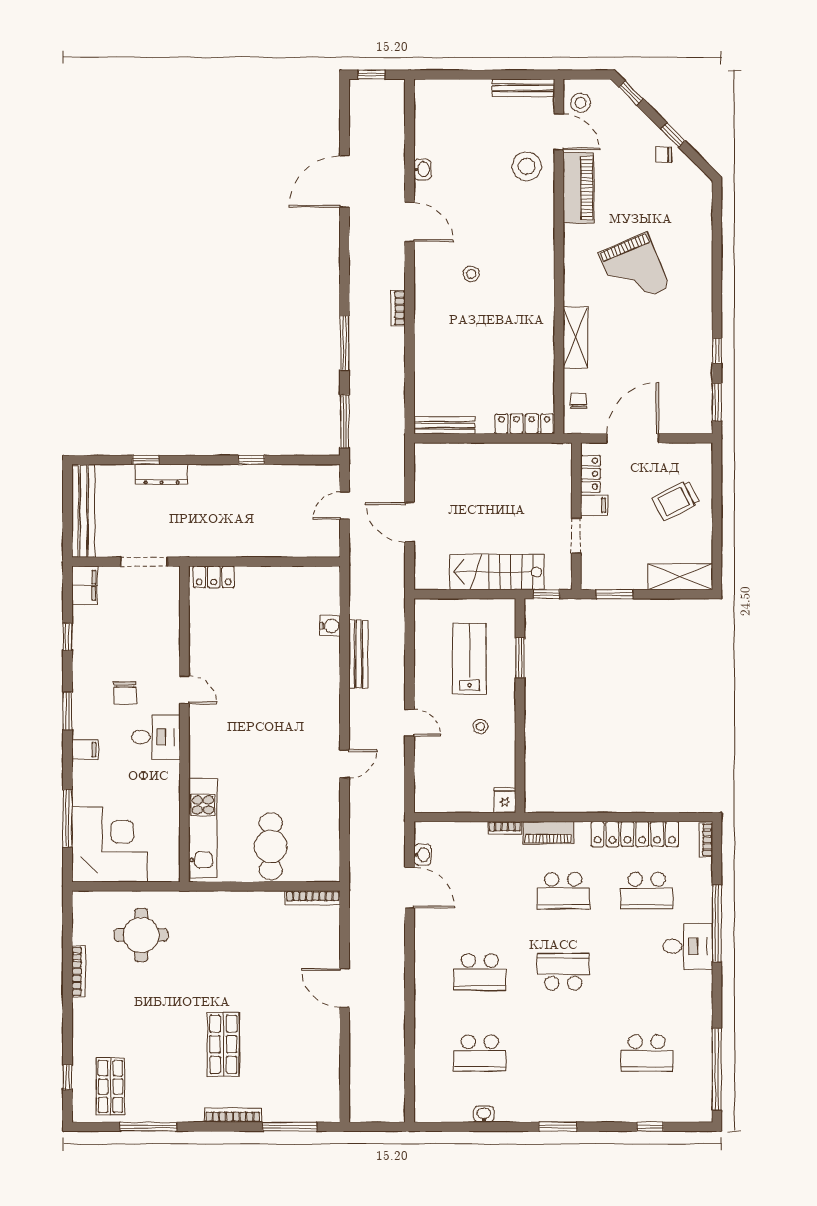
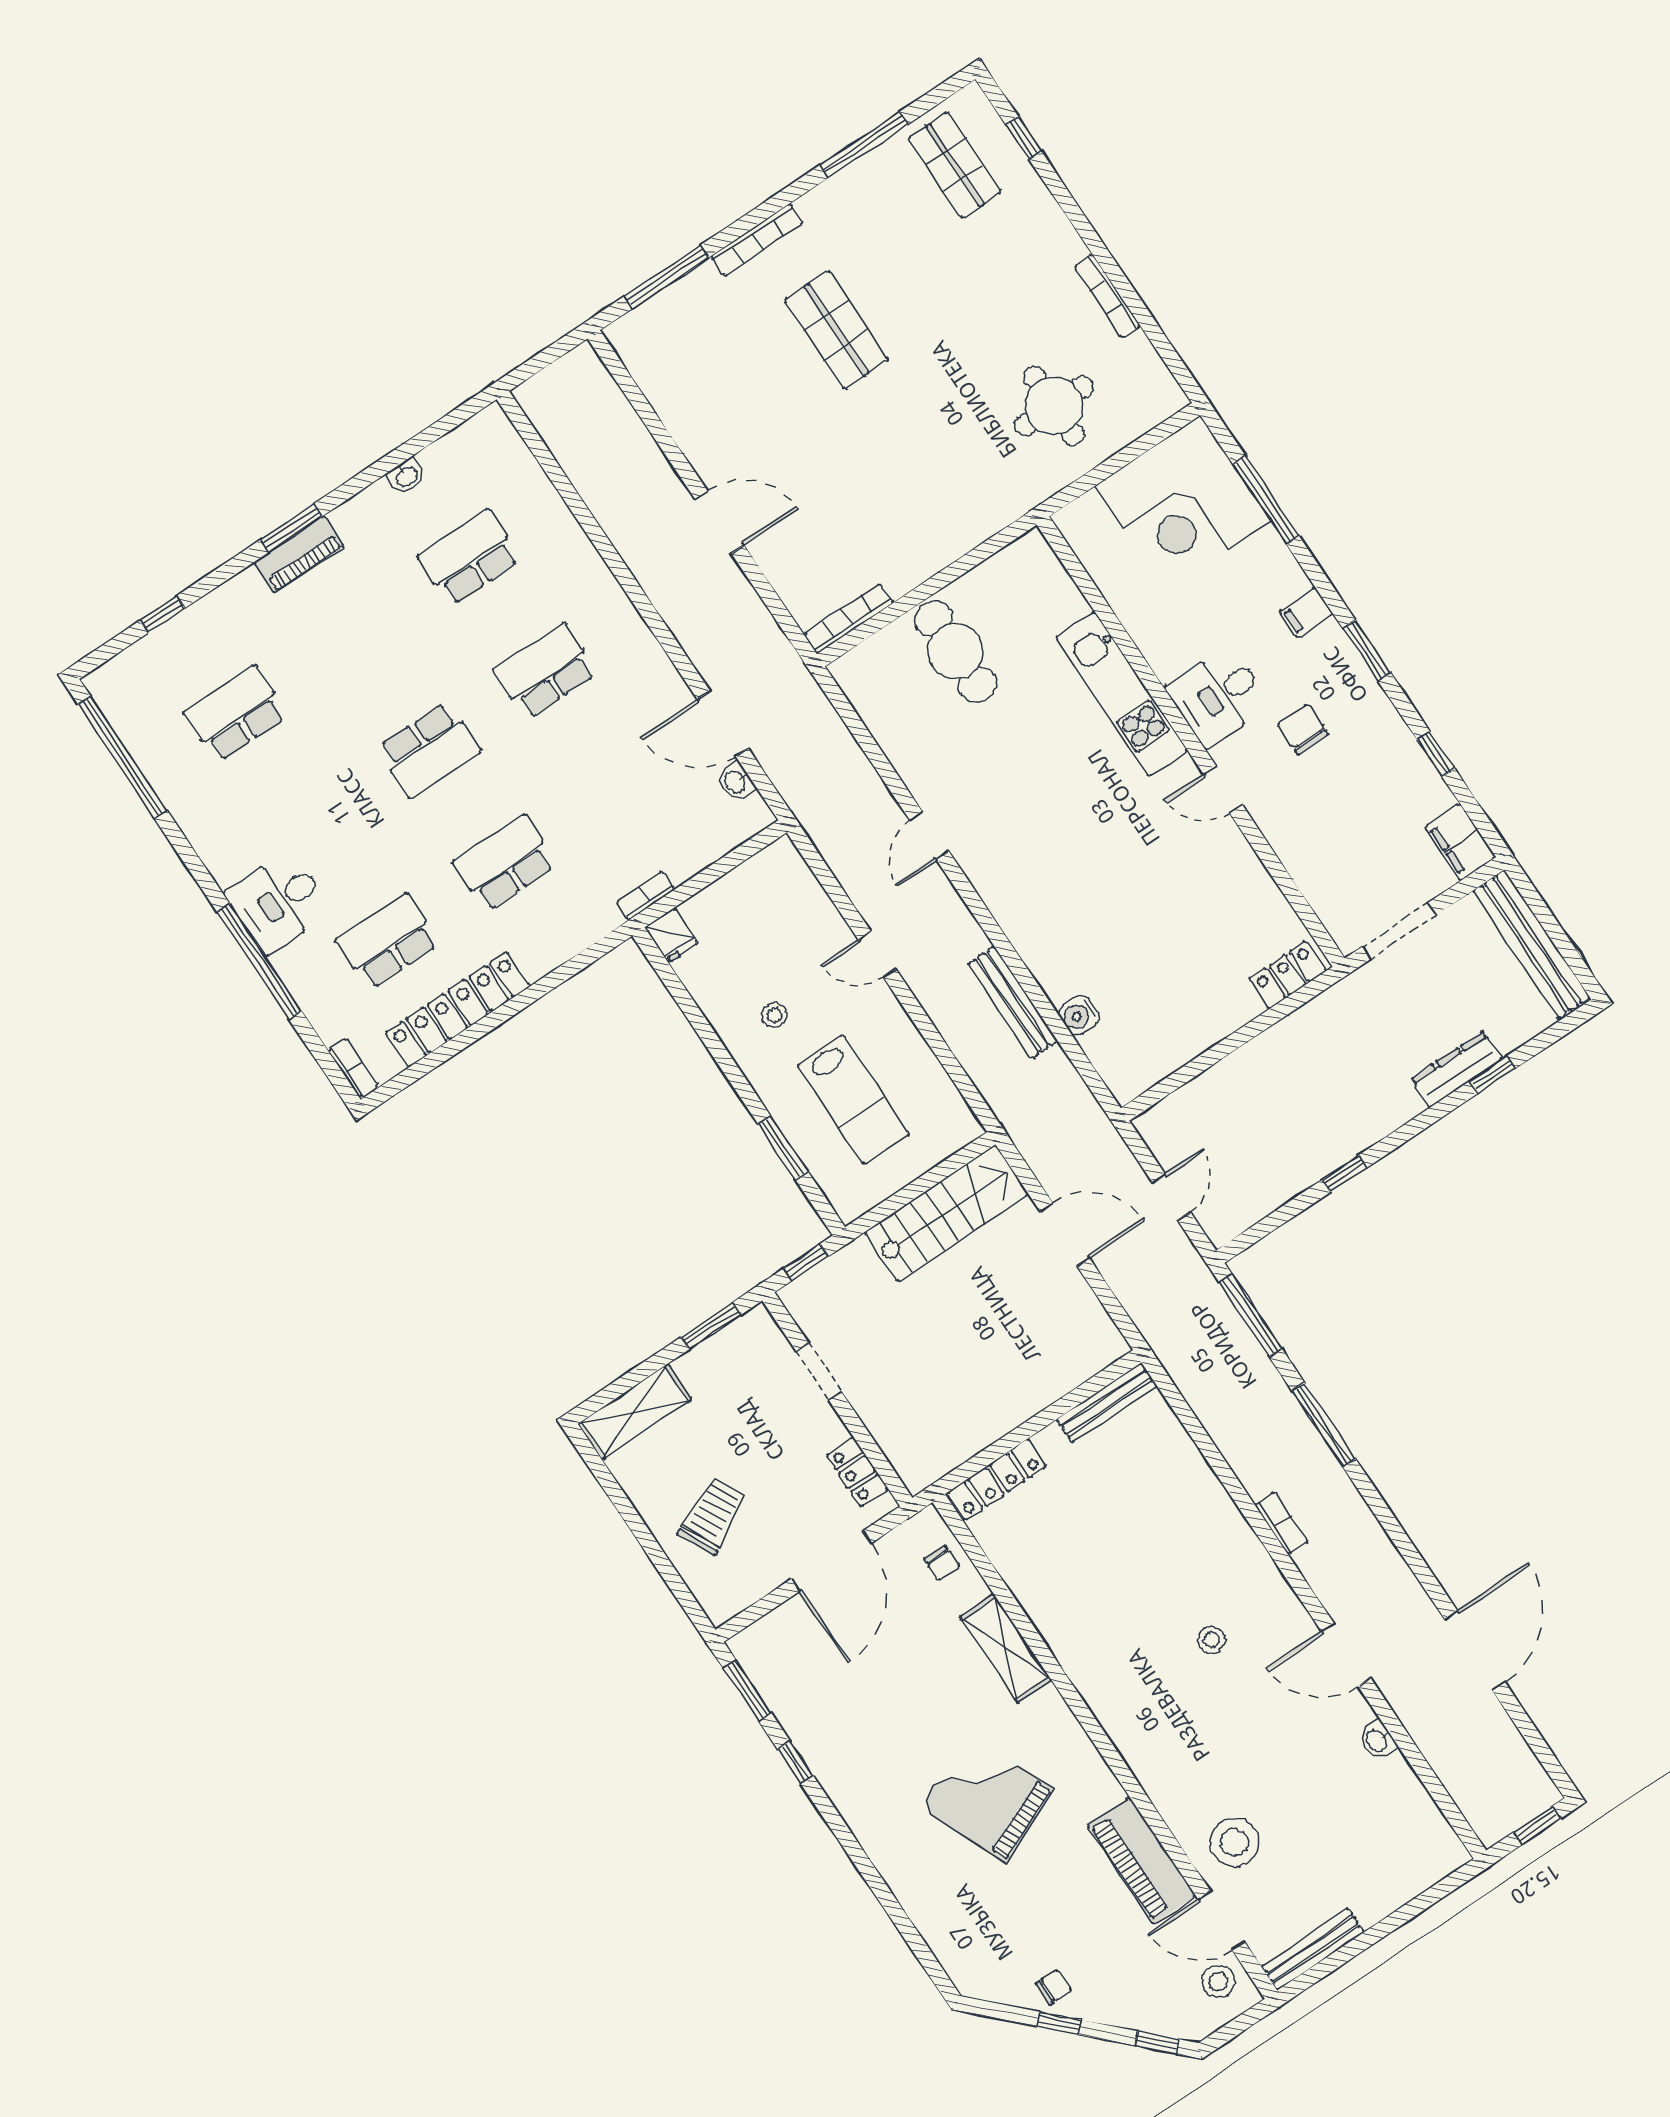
filing cabinet: (594, 505) -> (822, 1431), removed
stairs: (497, 572) -> (946, 1213), moved
kitchen unit: (203, 828) -> (1122, 694), moved
piano: (548, 833) -> (299, 555), moved, turned 180

